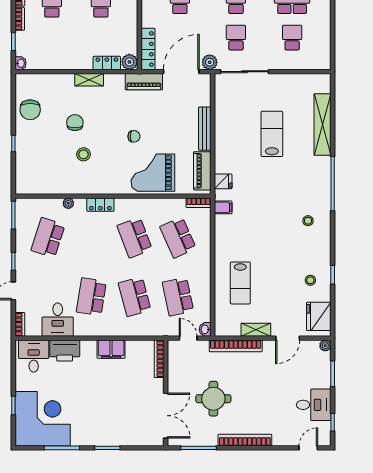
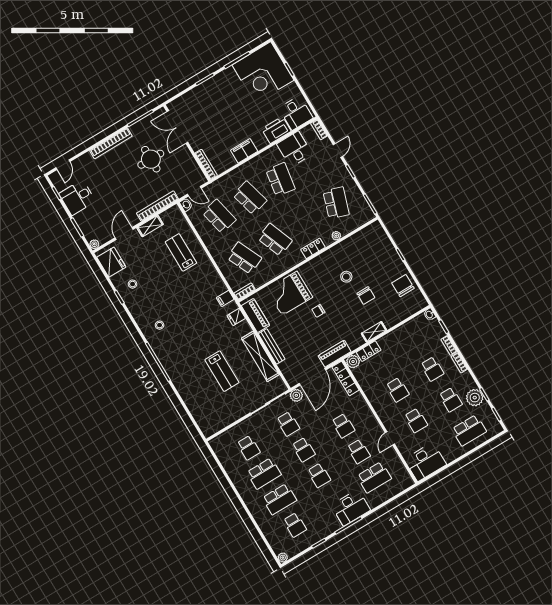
shelving: (322, 125) -> (260, 356), moved
grand piano: (153, 173) -> (290, 293), turned 180

